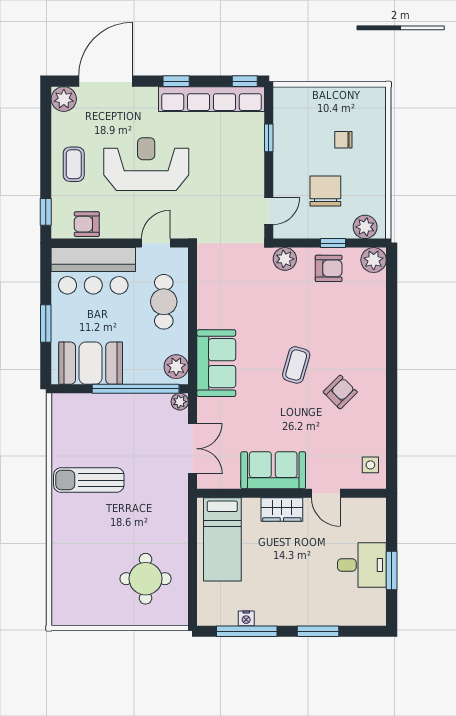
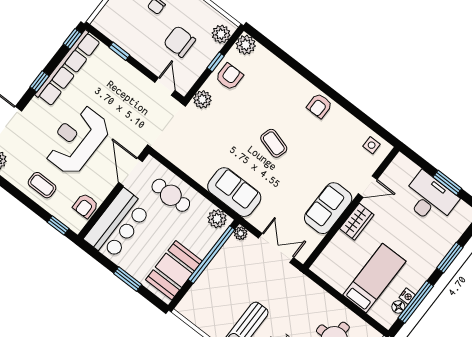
door: (156, 243) -> (130, 172), width x1.38
armchair: (340, 392) -> (319, 106), moved, turned -135
bed: (222, 539) -> (374, 278), moved, turned -90
desk: (362, 565) -> (430, 199), width x1.37
floor lamp: (228, 618) -> (398, 307), added

